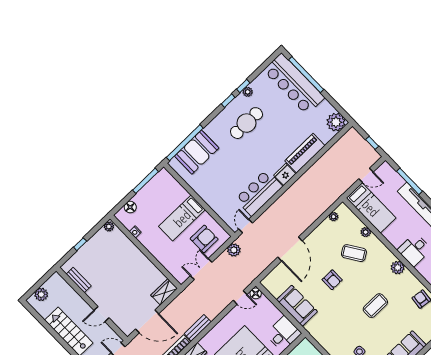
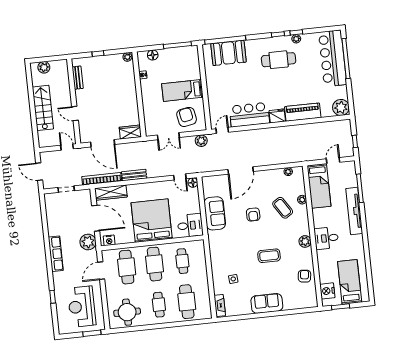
door: (366, 175) -> (333, 161), swing flipped
armchair: (204, 239) -> (187, 117), turned -100
double door: (201, 269) -> (168, 136), swing flipped

